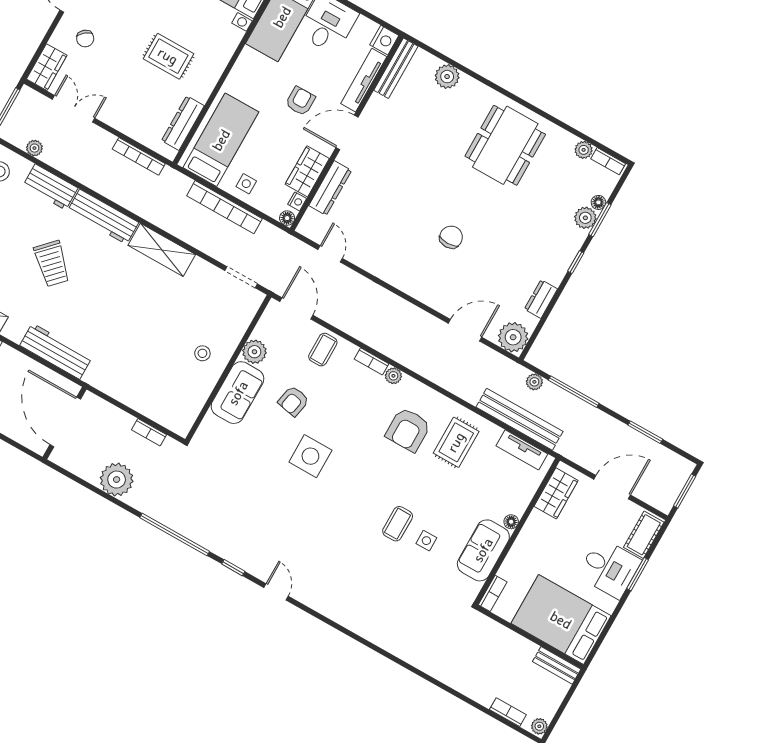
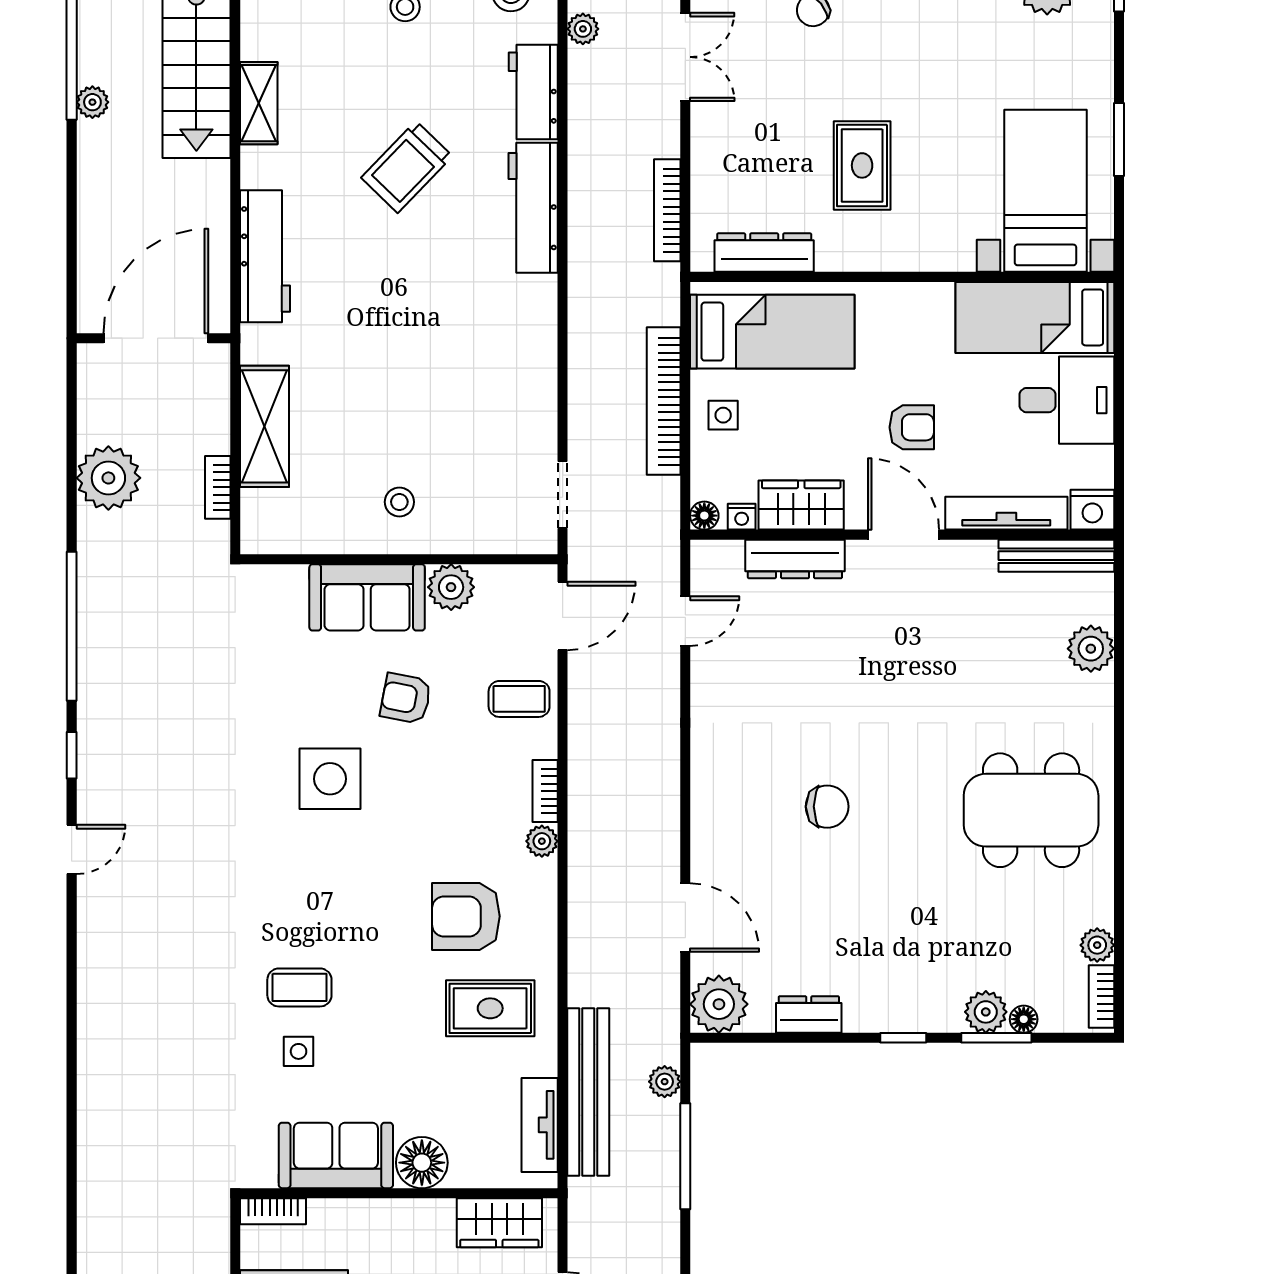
shelving: (162, 250) -> (264, 426), moved
floor lamp: (511, 522) -> (422, 1163), width x1.89, depth x1.89

